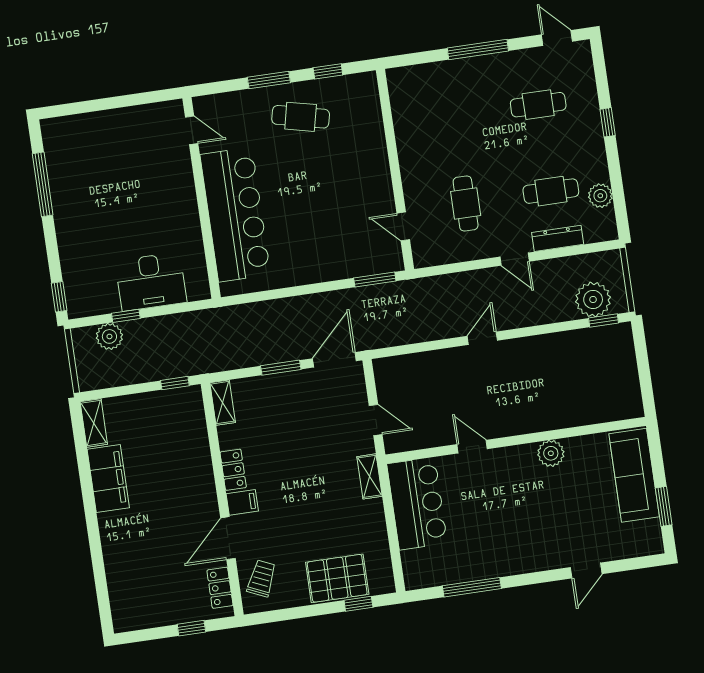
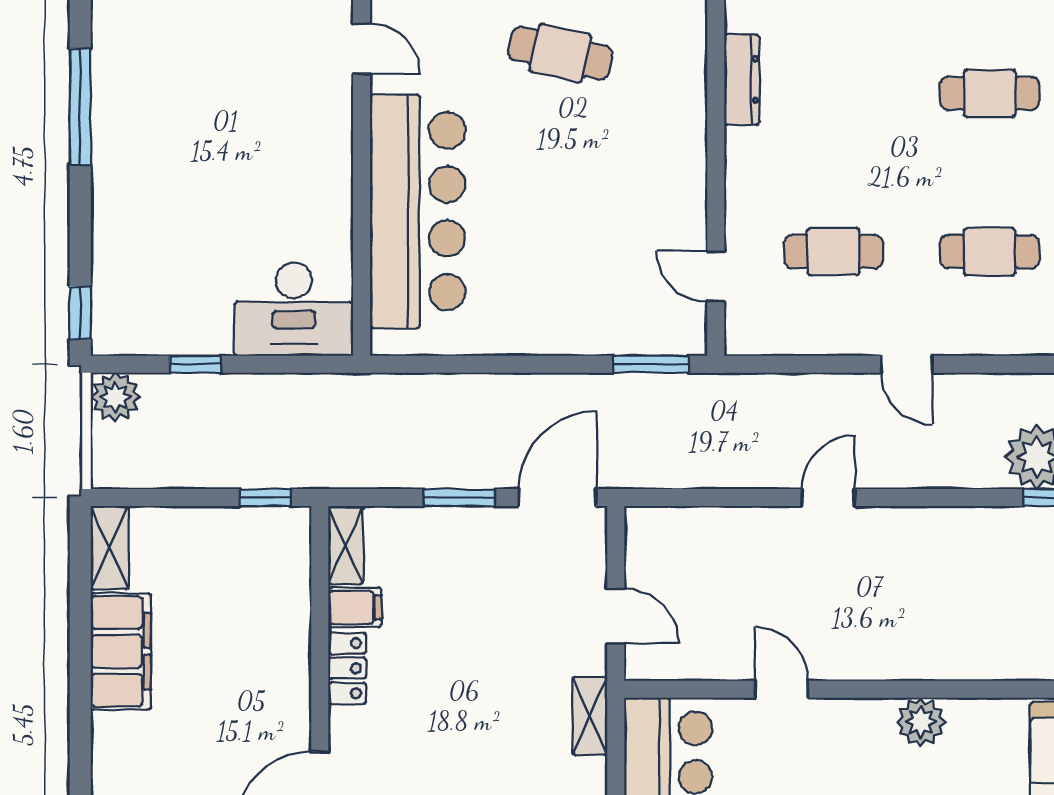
cafe table: (466, 204) -> (834, 252), turned 90
dresser: (558, 238) -> (742, 79), moved, turned 90
desk: (151, 282) -> (294, 309), moved
plant: (109, 336) -> (115, 397), moved
filing cabinet: (242, 502) -> (355, 607), moved

